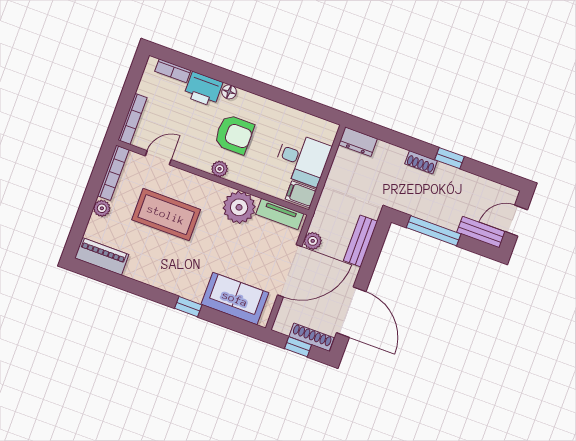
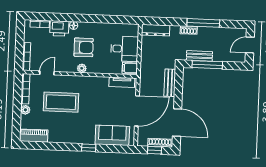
dresser: (358, 142) -> (156, 30), width x1.44
window: (449, 158) -> (203, 23), width x2.17
plant: (239, 207) -> (99, 86), removed
bench: (481, 232) -> (199, 56), moved
plant: (313, 241) -> (144, 91), removed

